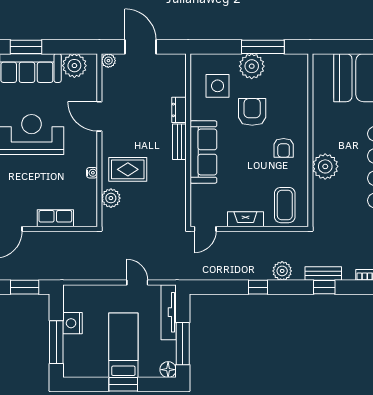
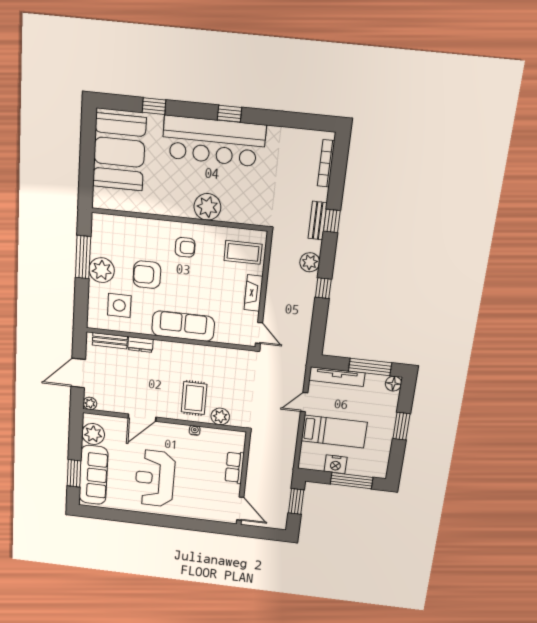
bench: (179, 142) -> (110, 341), moved
bed: (123, 345) -> (334, 432), moved, turned 180

